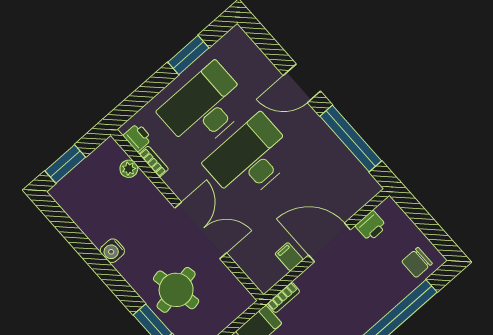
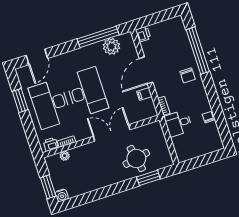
door: (302, 83) -> (37, 57), moved
desk: (250, 159) -> (86, 92), turned 180
plant: (345, 167) -> (111, 46), added
printer: (371, 226) -> (143, 34), moved
water cooler: (112, 251) -> (62, 195), moved
chair: (417, 262) -> (188, 75), moved

